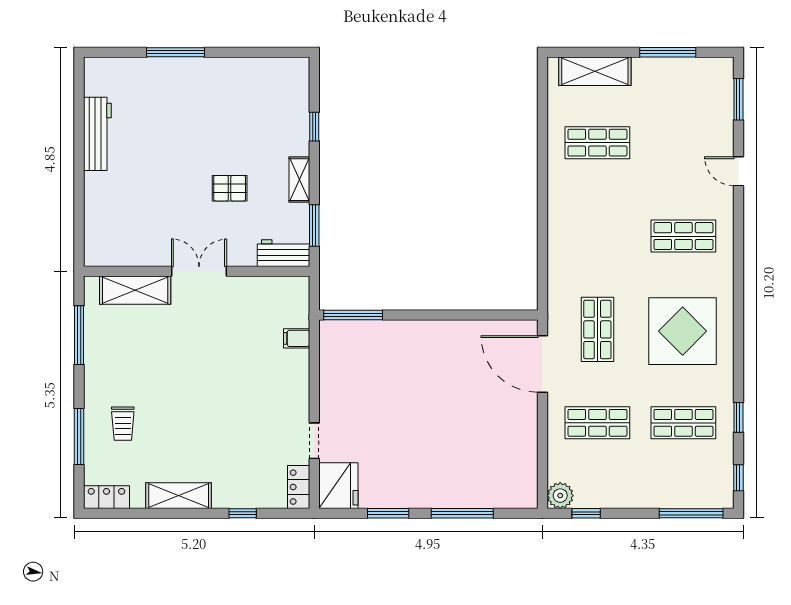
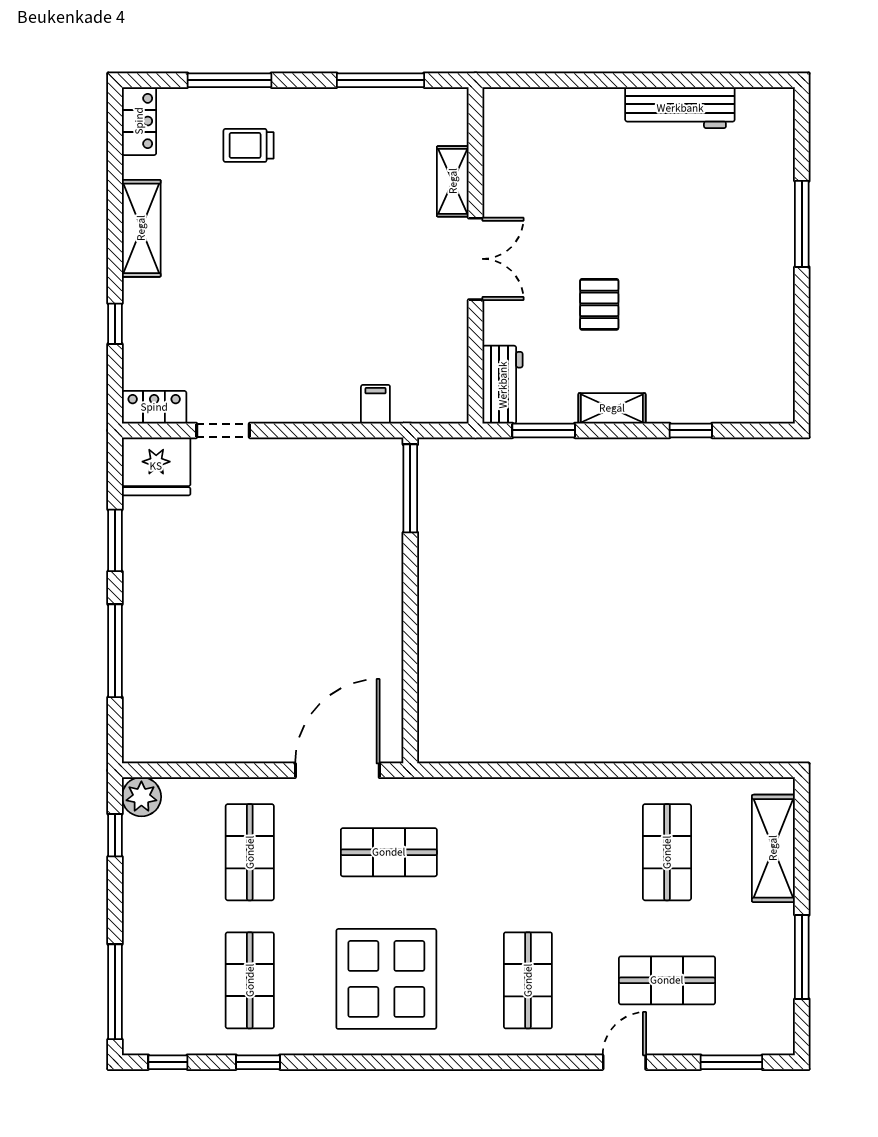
shop shelf: (683, 143) -> (667, 980), added
shelving: (135, 290) -> (453, 181), width x0.67, depth x0.75

